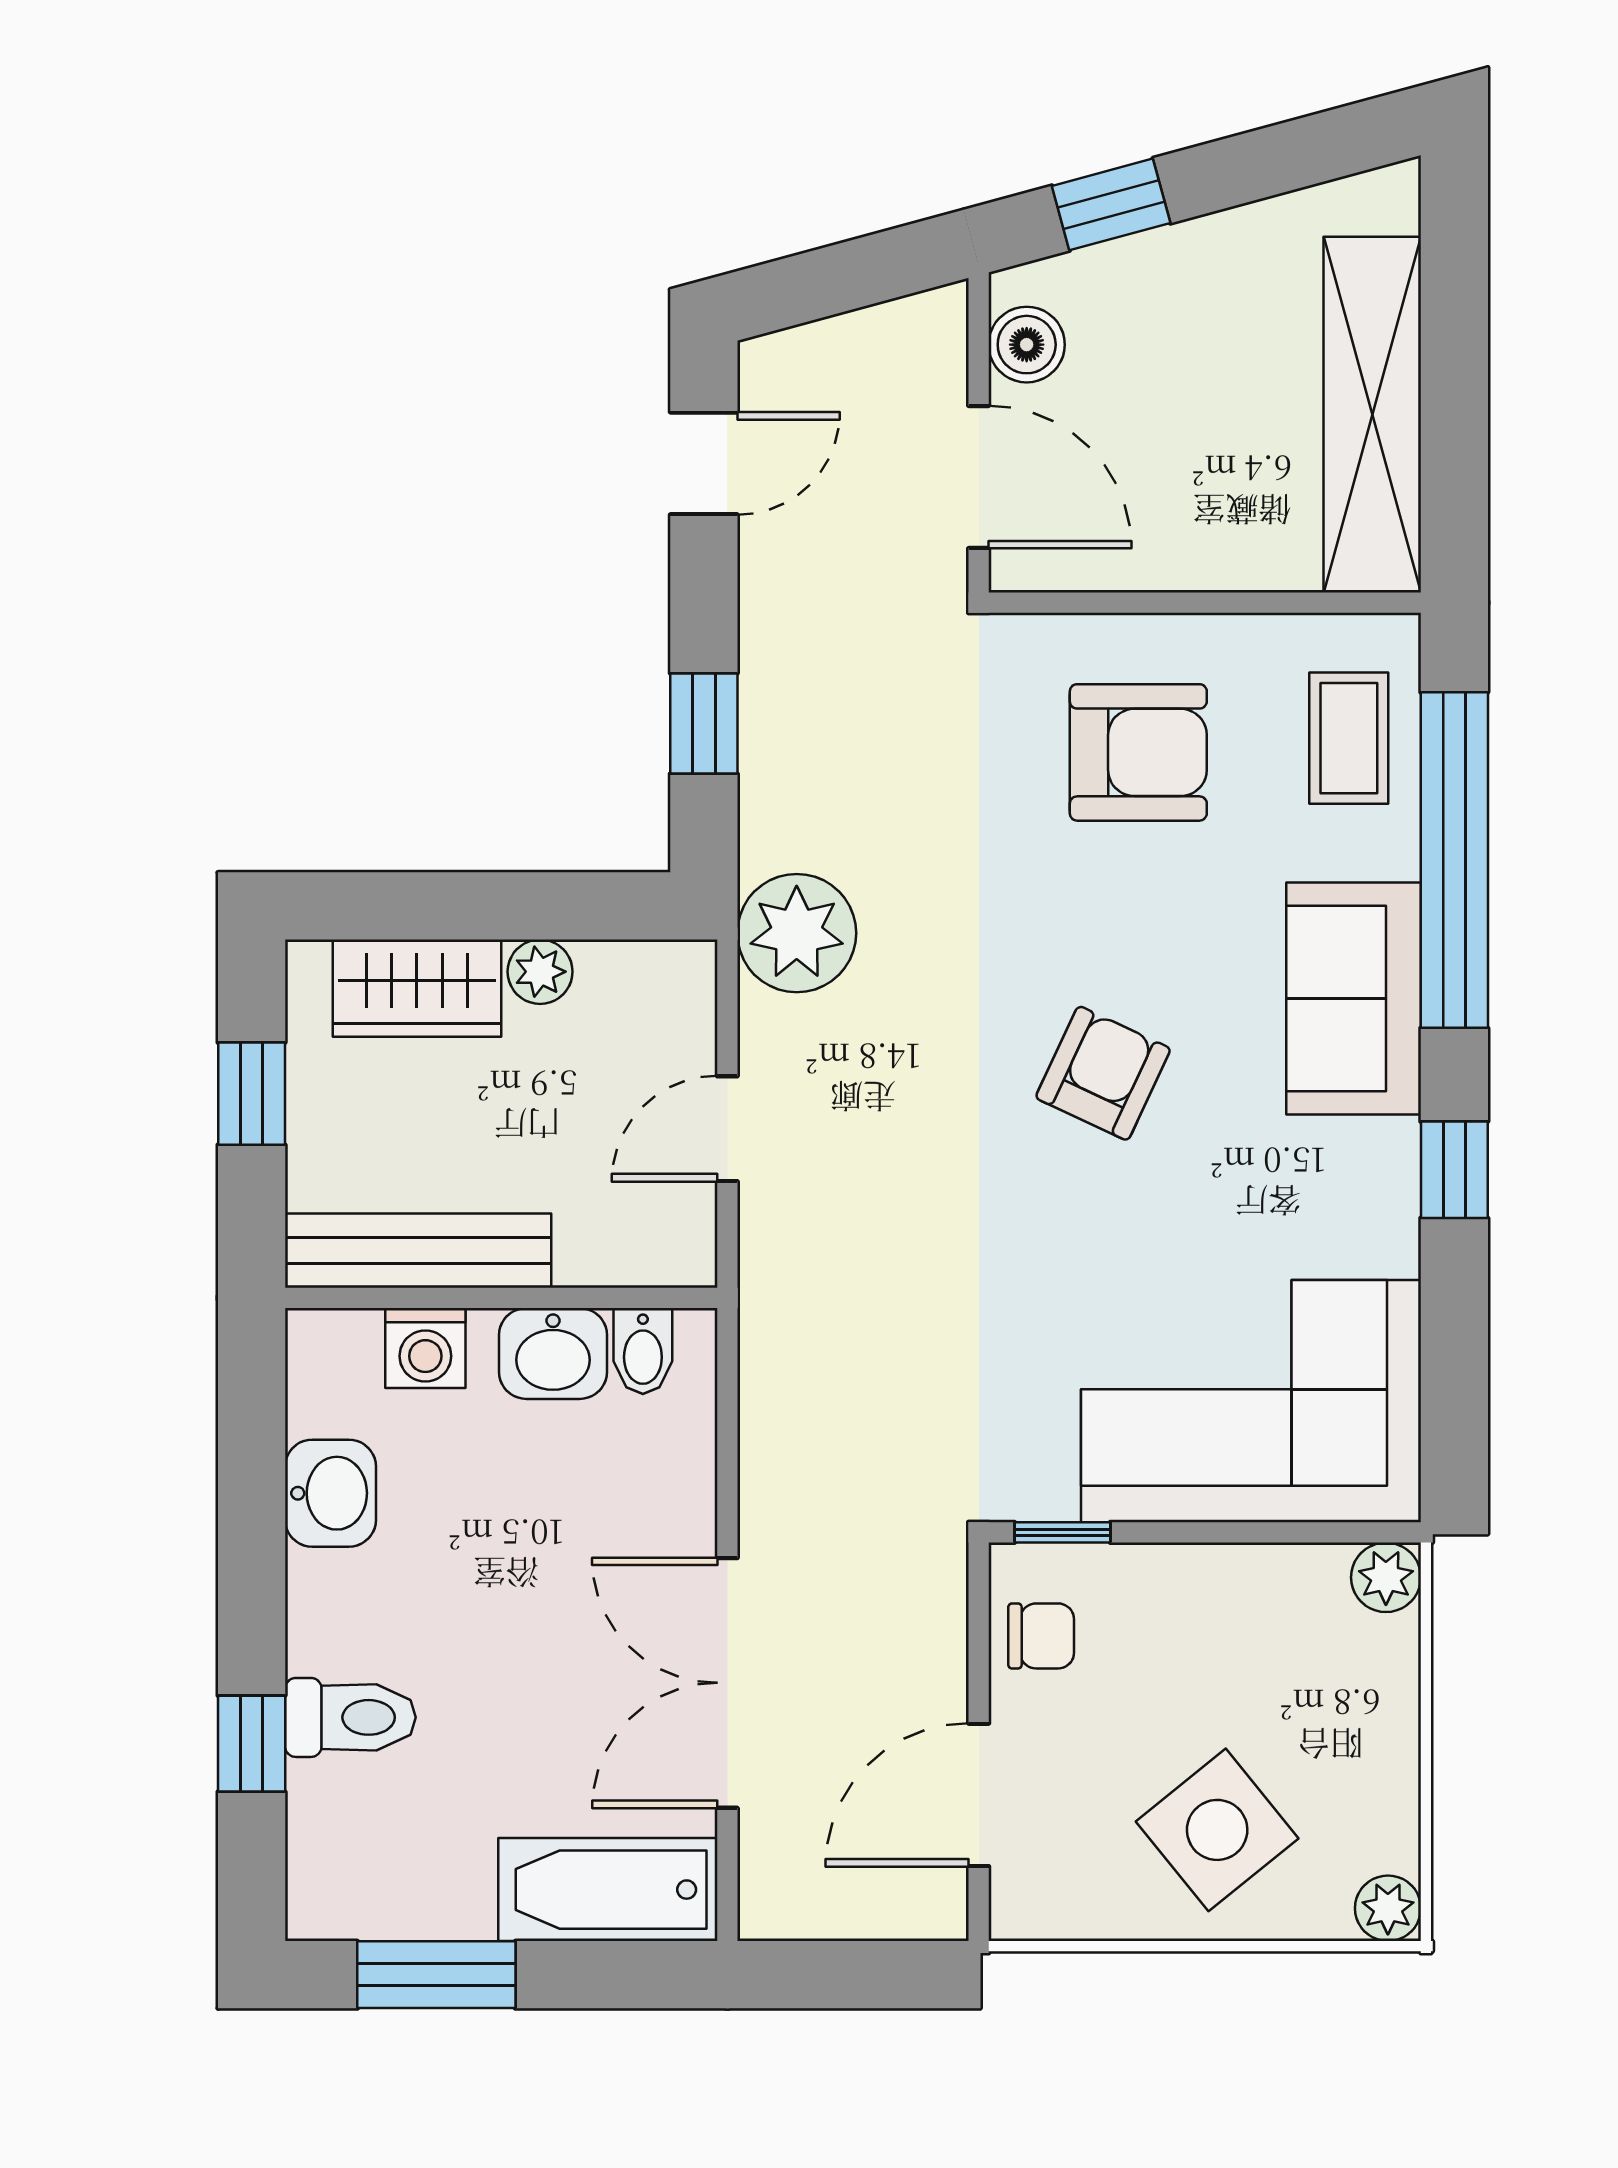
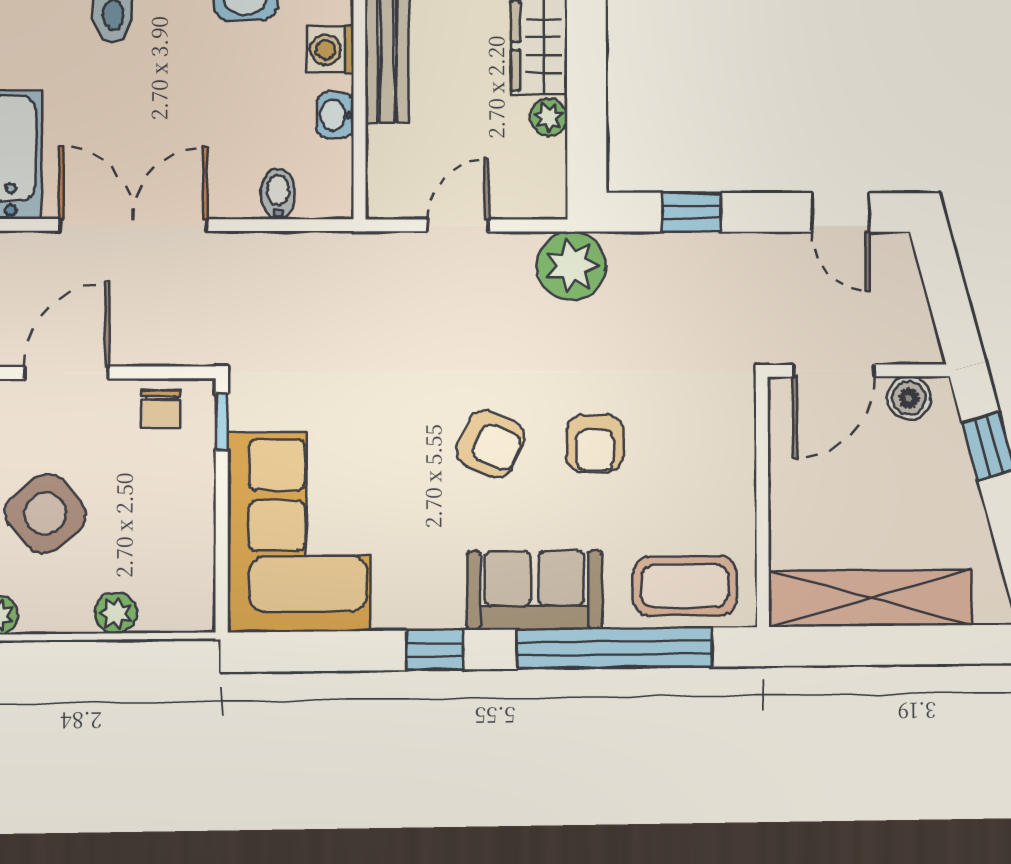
coffee table: (1349, 738) -> (685, 586), width x1.36, depth x1.30
armchair: (1138, 752) -> (595, 443), moved, width x0.72, depth x0.72
door: (727, 1129) -> (458, 225), hinge flipped
bidet: (643, 1351) -> (278, 194), moved, turned 90
washbasin: (553, 1353) -> (335, 115), width x0.72, depth x0.69
plant: (1386, 1577) -> (116, 613), moved
door: (979, 1795) -> (66, 373), hinge flipped

